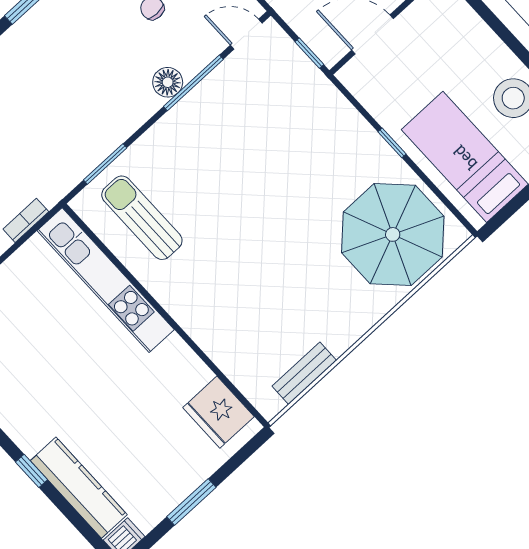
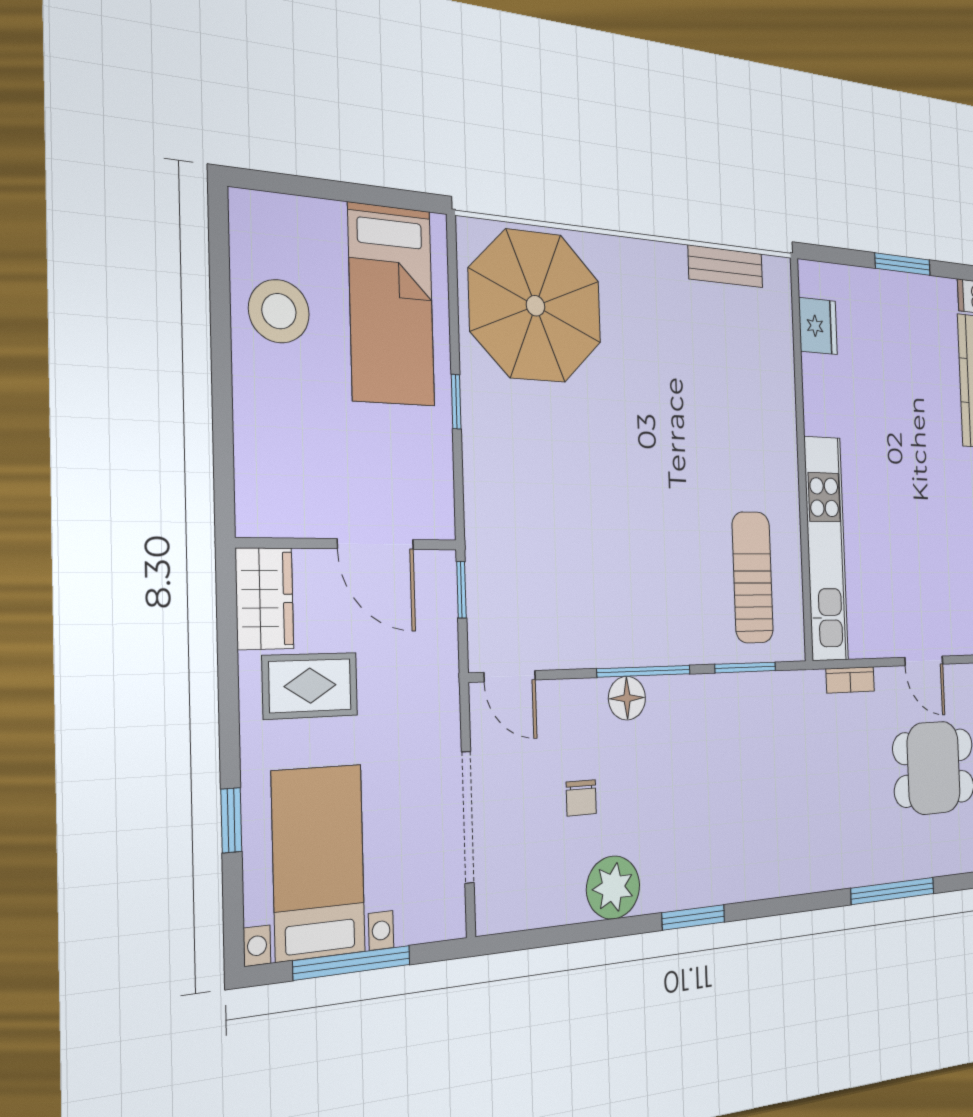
window: (193, 83) -> (644, 671), moved
sun lounger: (142, 218) -> (753, 577), turned 180
fridge: (218, 412) -> (818, 326), width x0.73, depth x0.75

